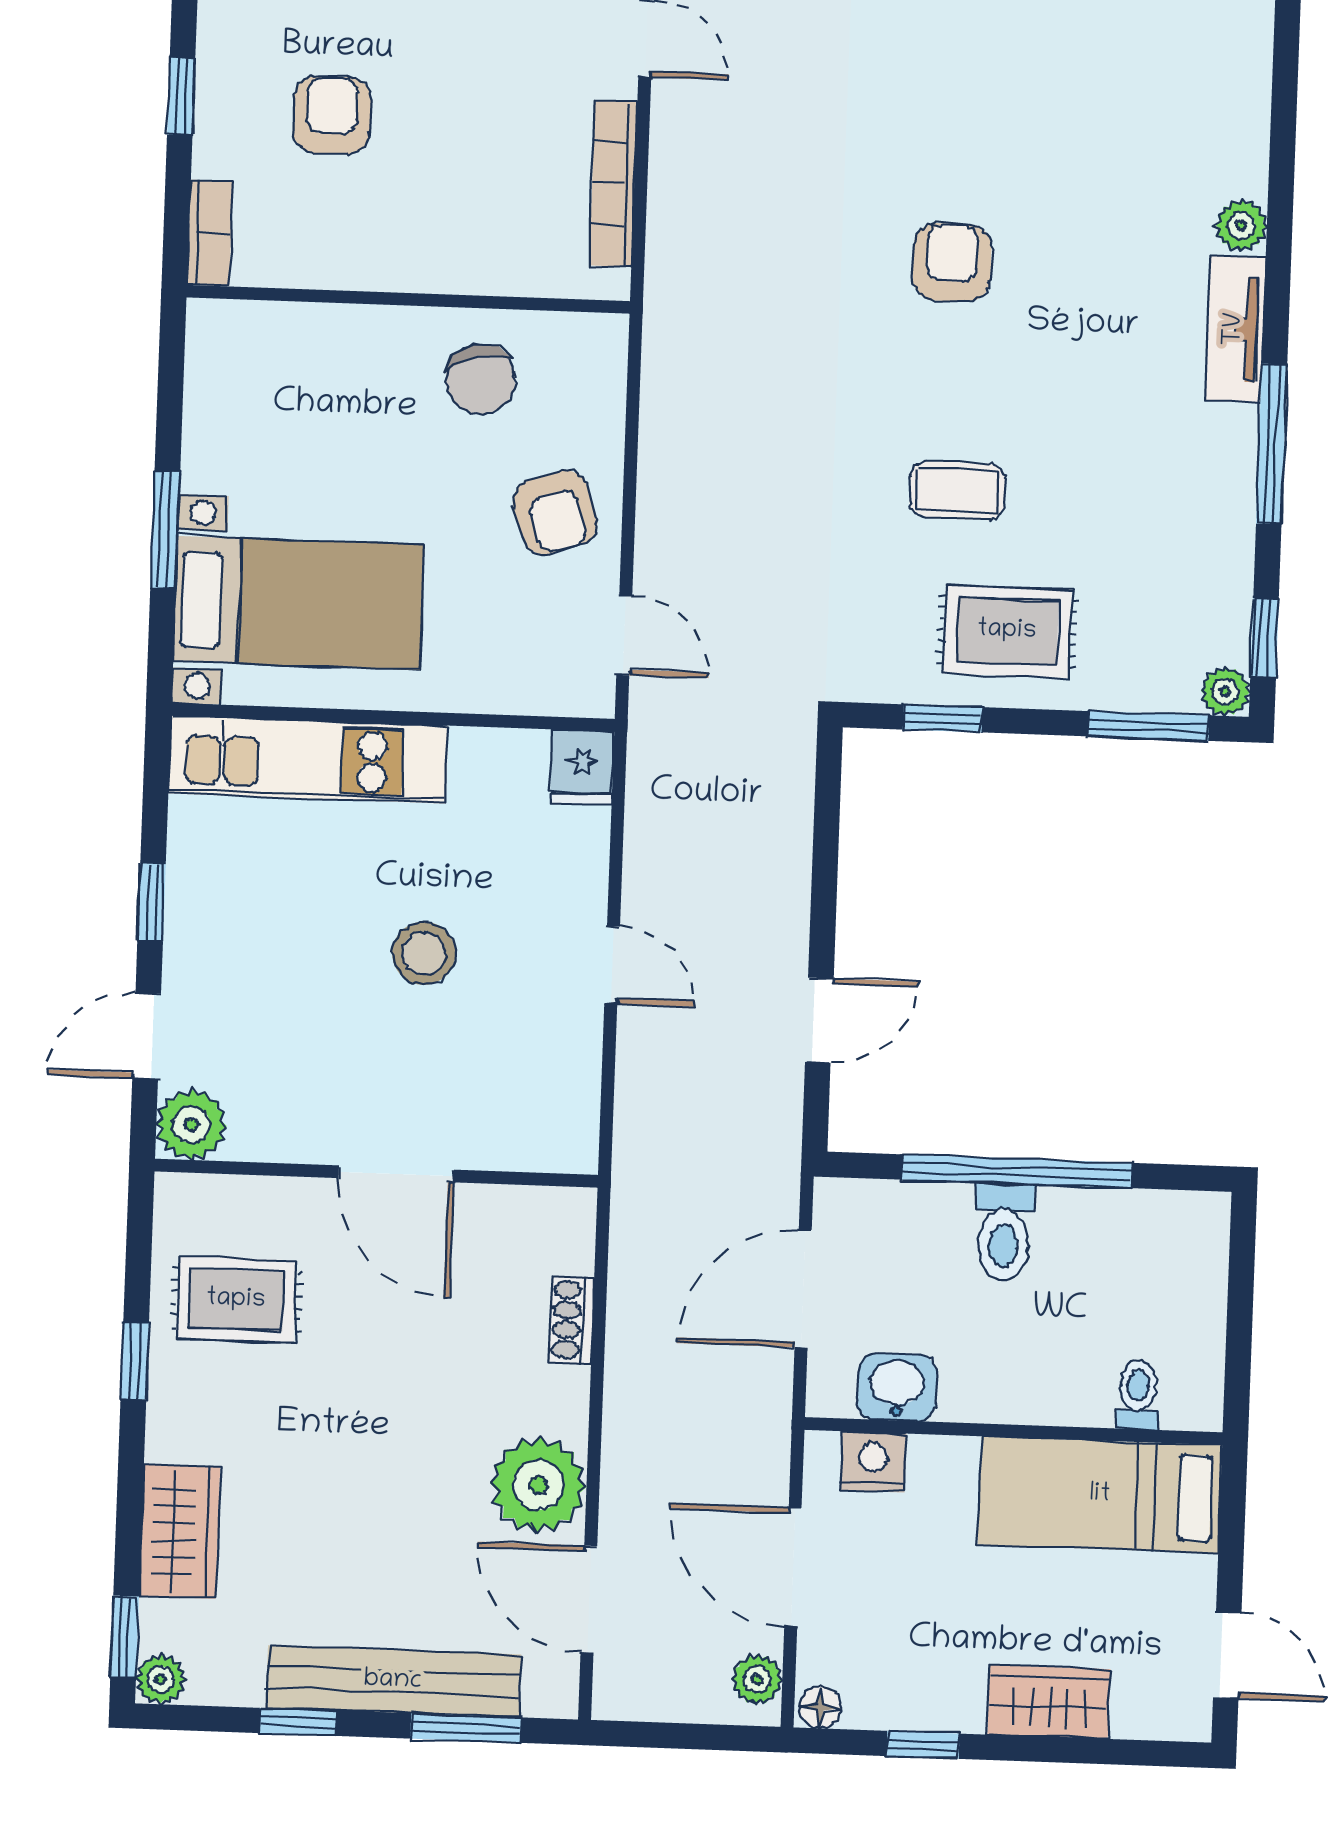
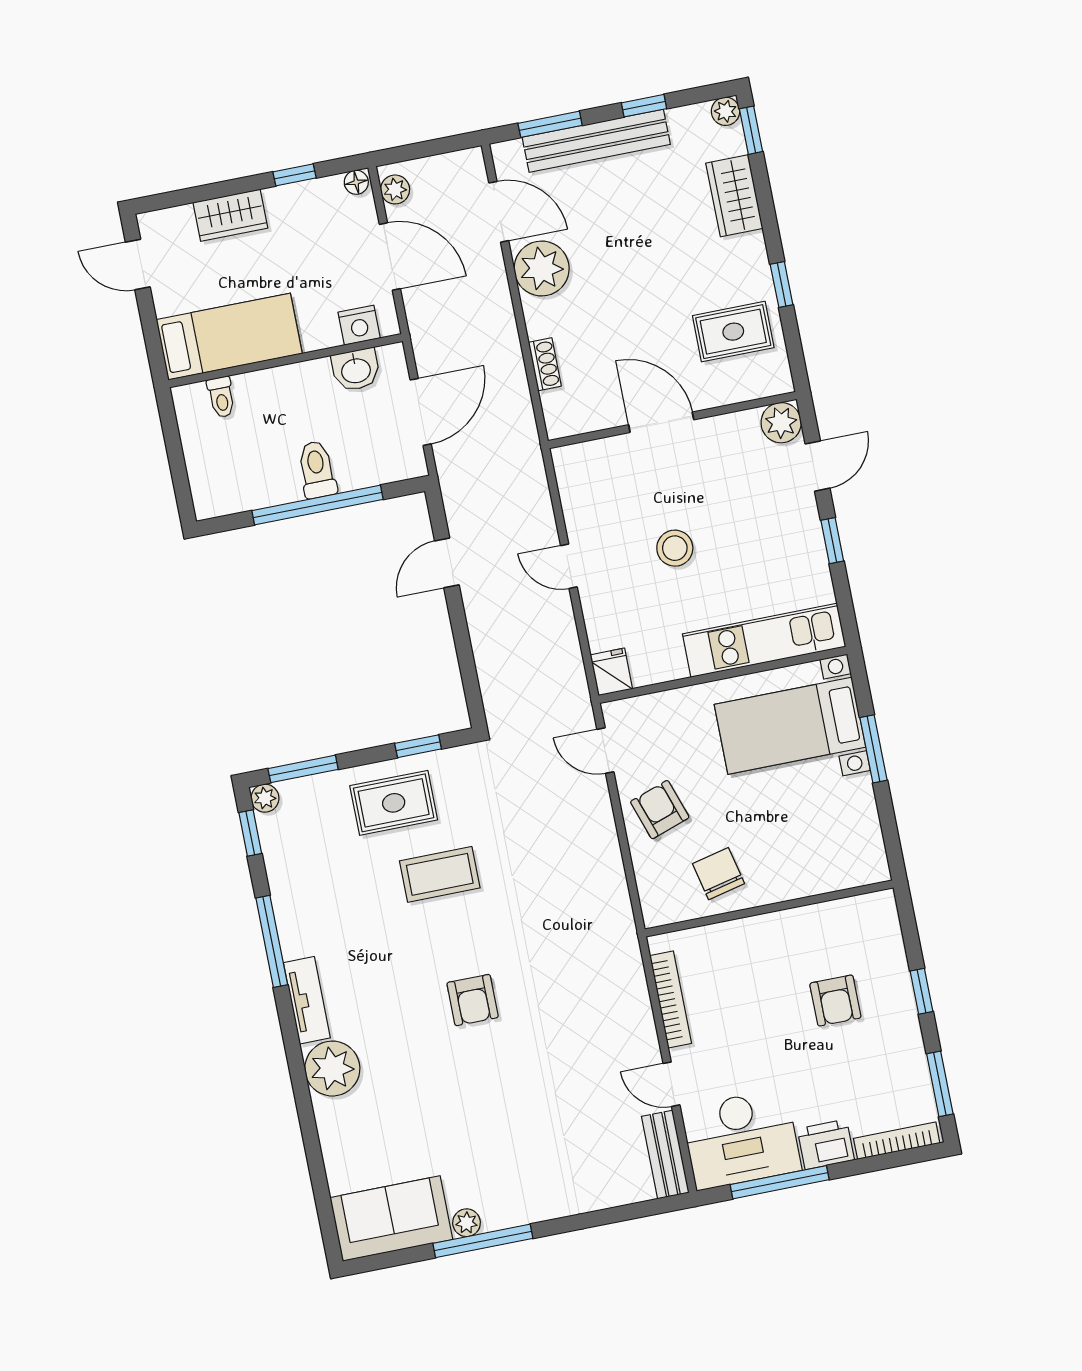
plant: (1241, 226) -> (332, 1069), width x1.88, depth x1.88
bookcase: (210, 233) -> (888, 919), removed
coffee table: (957, 491) -> (440, 874), width x1.36, depth x1.30

